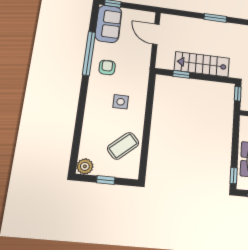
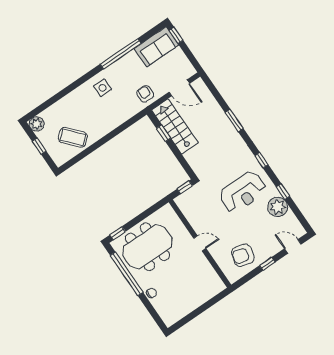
door: (156, 34) -> (179, 88), swing flipped
stairs: (202, 64) -> (175, 126), moved
armchair: (107, 67) -> (145, 94), moved, turned -90
side table: (121, 102) -> (103, 88), moved

